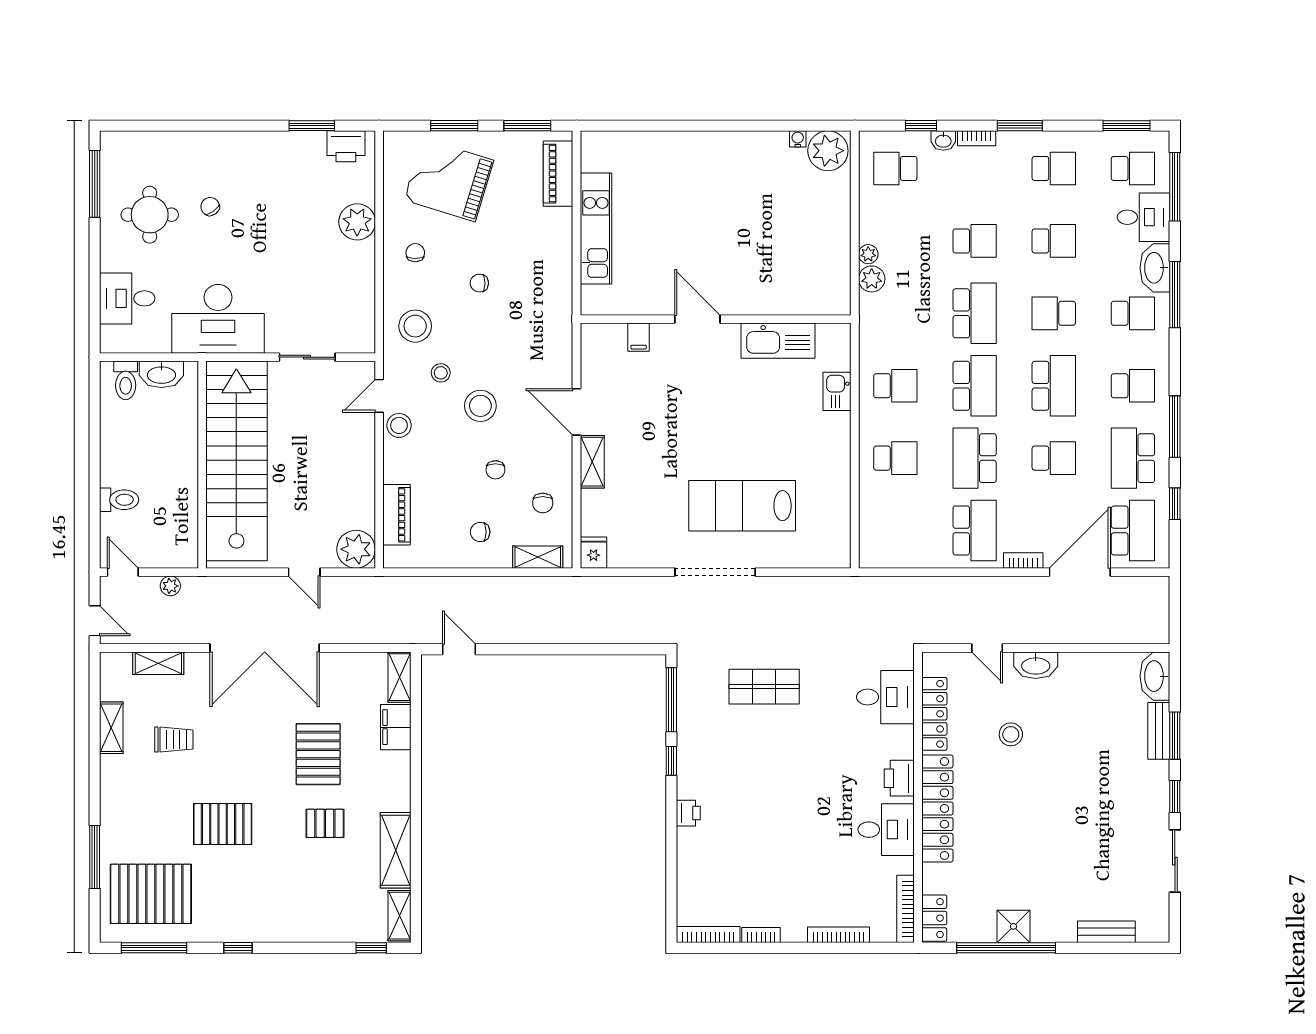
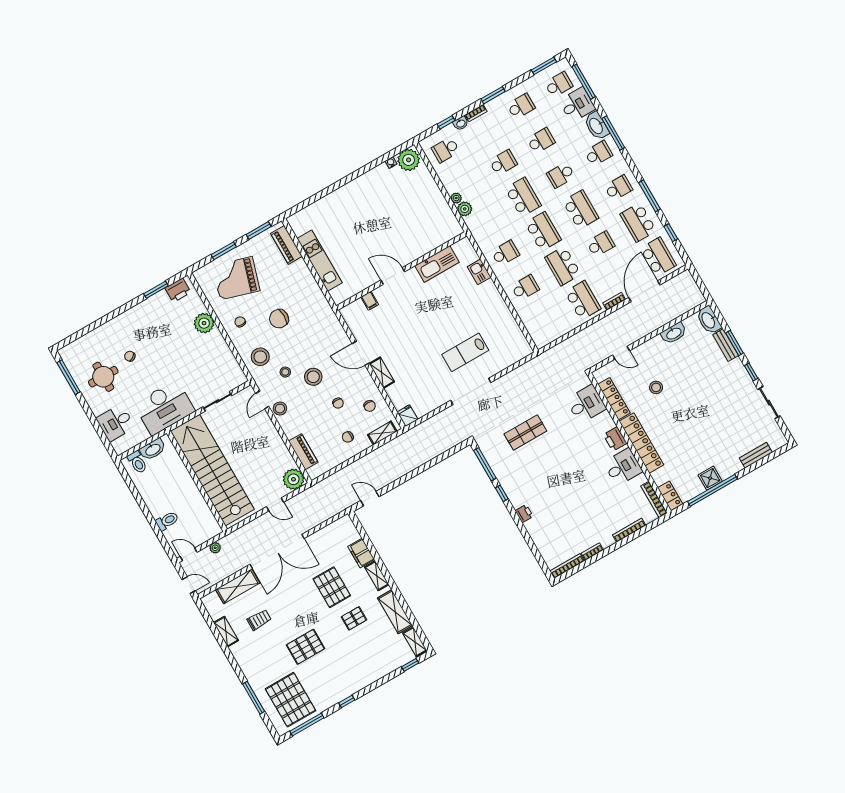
chair: (479, 283) -> (279, 319), width x1.87, depth x1.87
lab bench: (742, 506) -> (465, 352), width x0.73, depth x0.72
shelving: (158, 663) -> (238, 586), width x1.50, depth x1.33
washbasin: (1036, 665) -> (674, 333), moved
shelving: (399, 677) -> (377, 576), moved
pallet: (151, 894) -> (290, 700), turned 90

